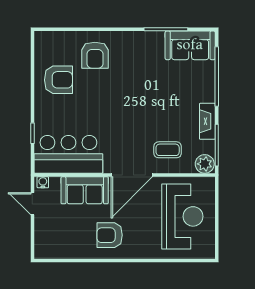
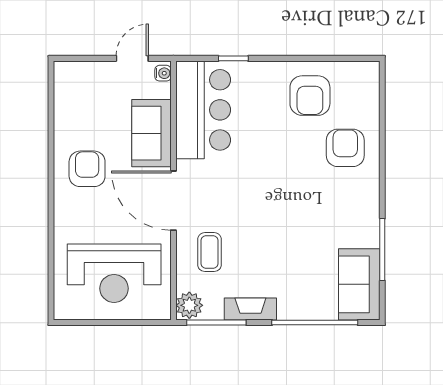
armchair: (95, 55) -> (345, 148), turned 90

